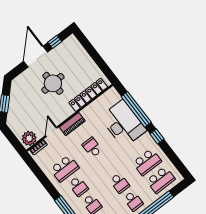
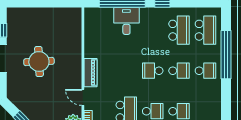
locker: (88, 95) -> (75, 37), removed
desk: (123, 124) -> (126, 21), width x0.53, depth x0.77
school desk: (92, 147) -> (153, 71), moved

